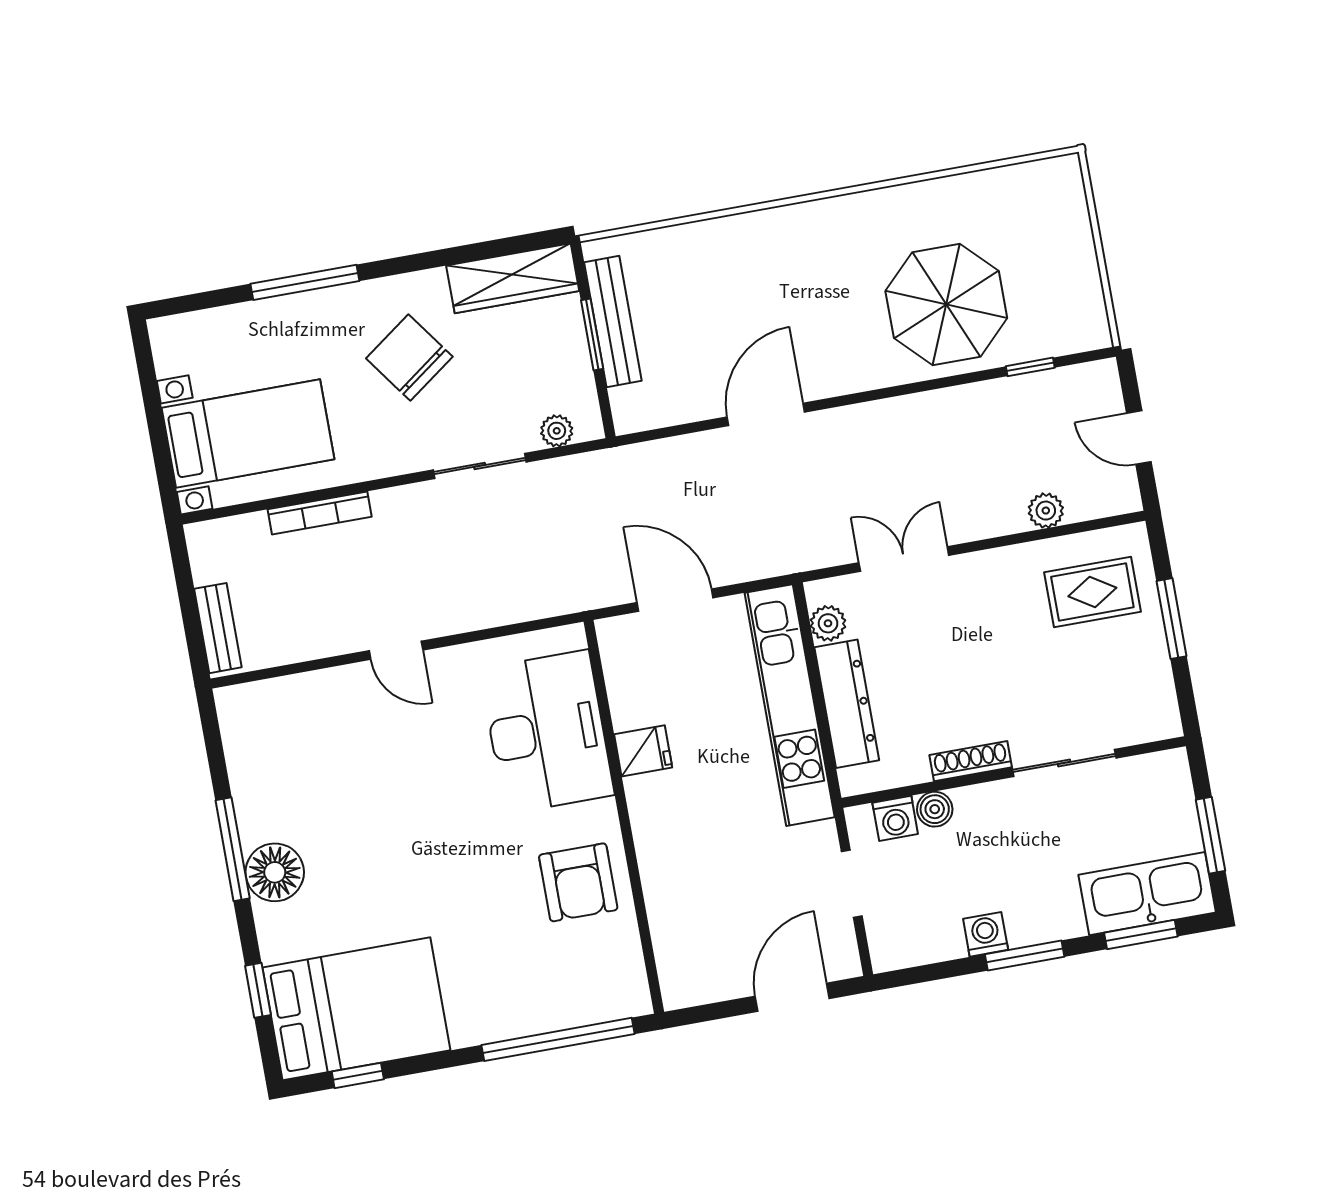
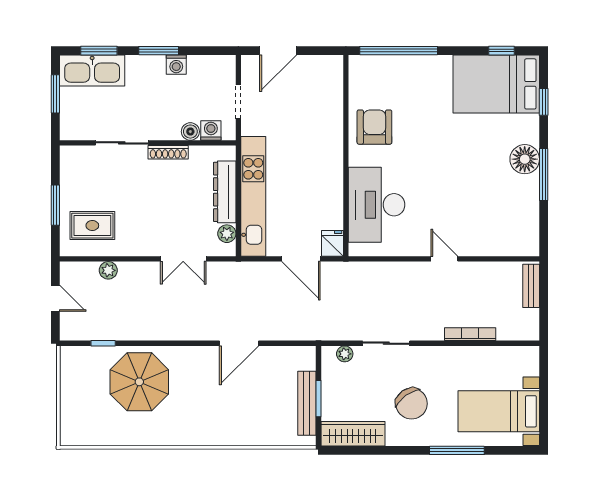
bed with nightstands: (248, 434) -> (499, 411), moved
fridge: (643, 751) -> (332, 243), moved, turned 90

